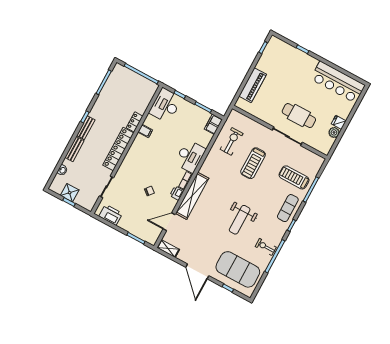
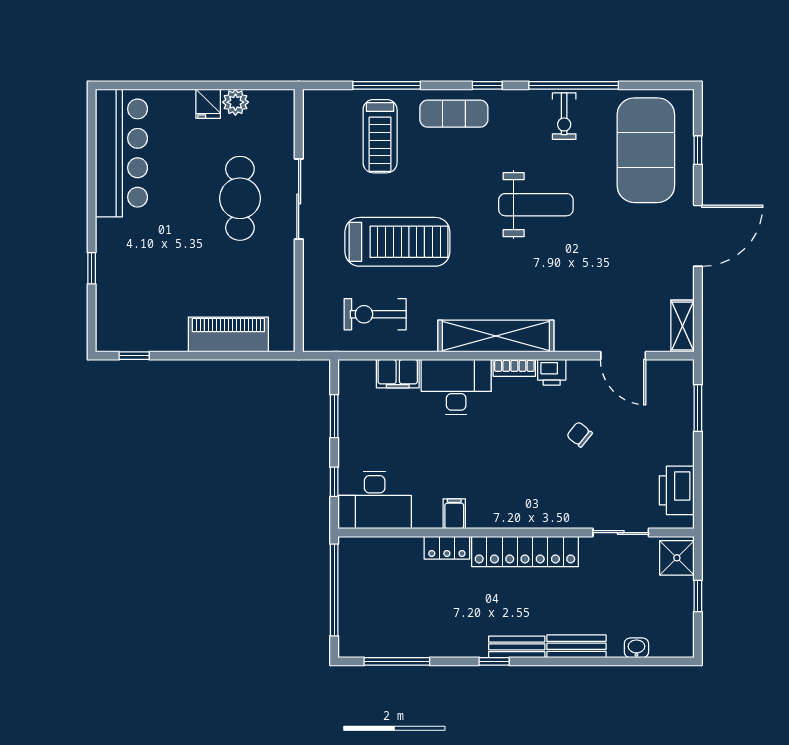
filing cabinet: (213, 124) -> (398, 374), moved
treadmill: (253, 163) -> (397, 242), width x1.37, depth x1.38
shower: (70, 193) -> (677, 558), moved
shelving: (192, 196) -> (496, 336), moved

